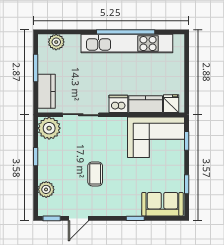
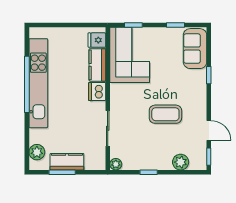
kitchen counter: (46, 91) -> (67, 162), moved
plant: (49, 128) -> (116, 164), width x0.53, depth x0.53
coffee table: (95, 174) -> (165, 114), width x1.36, depth x1.30

